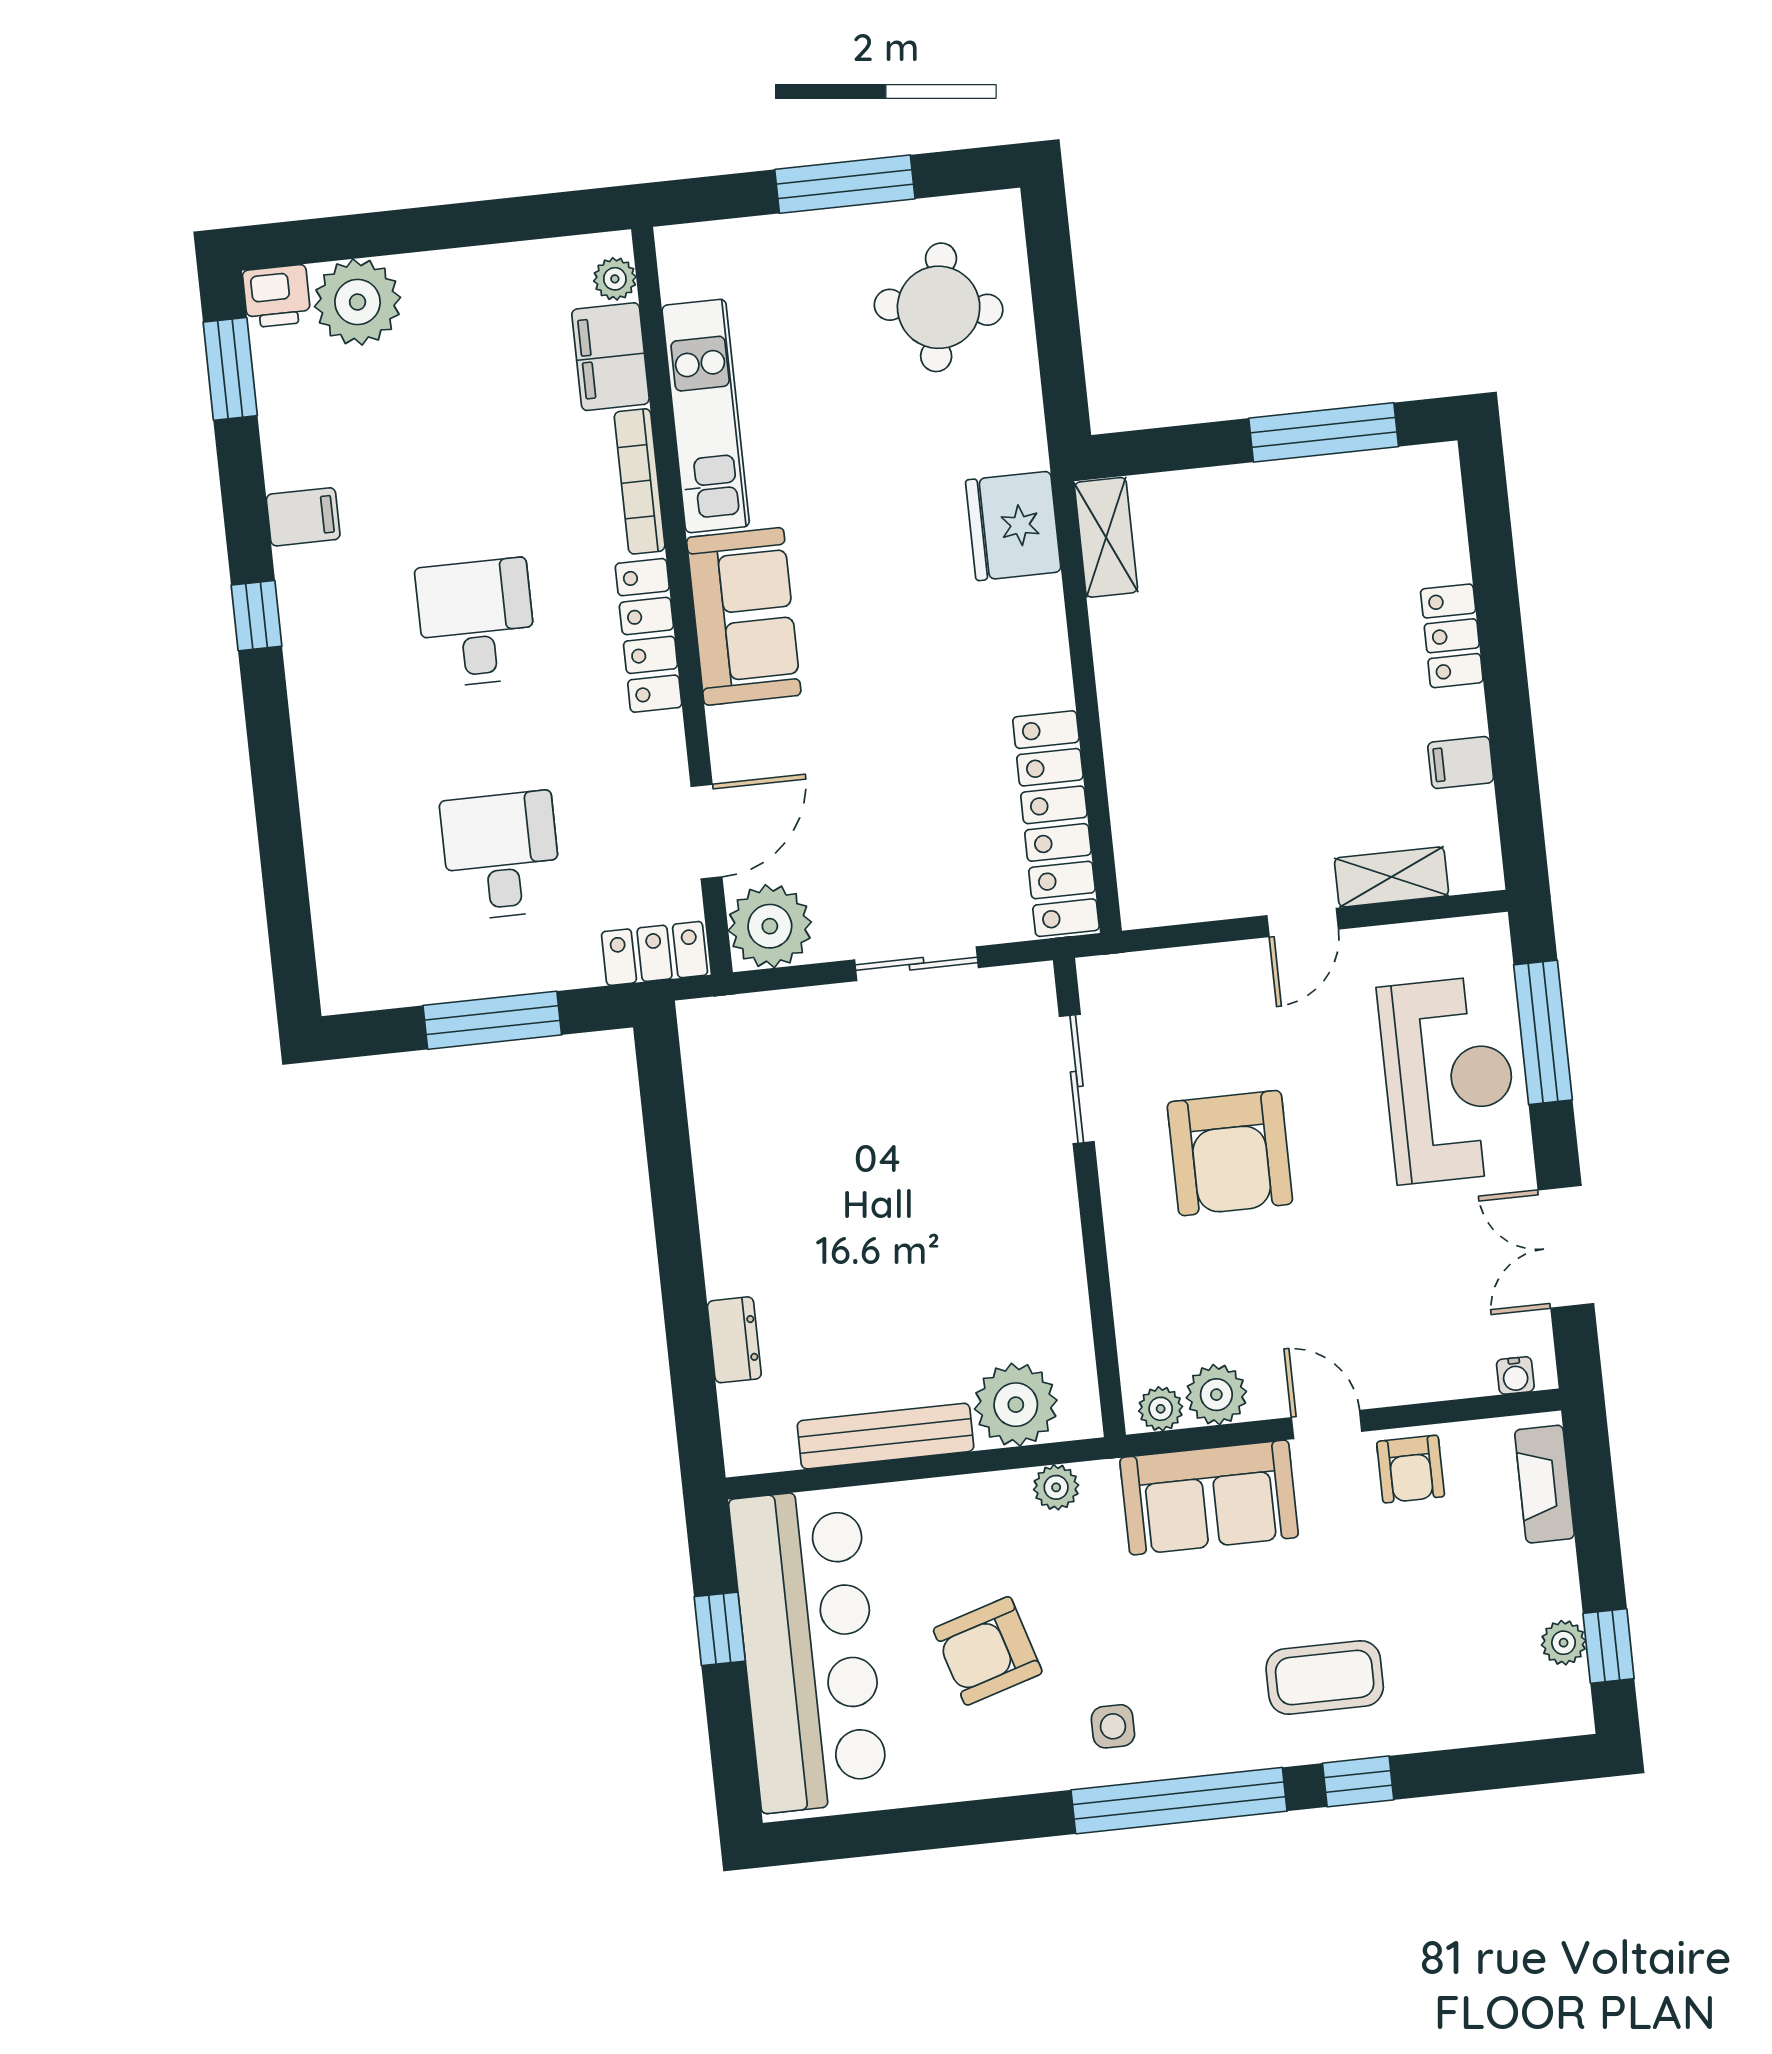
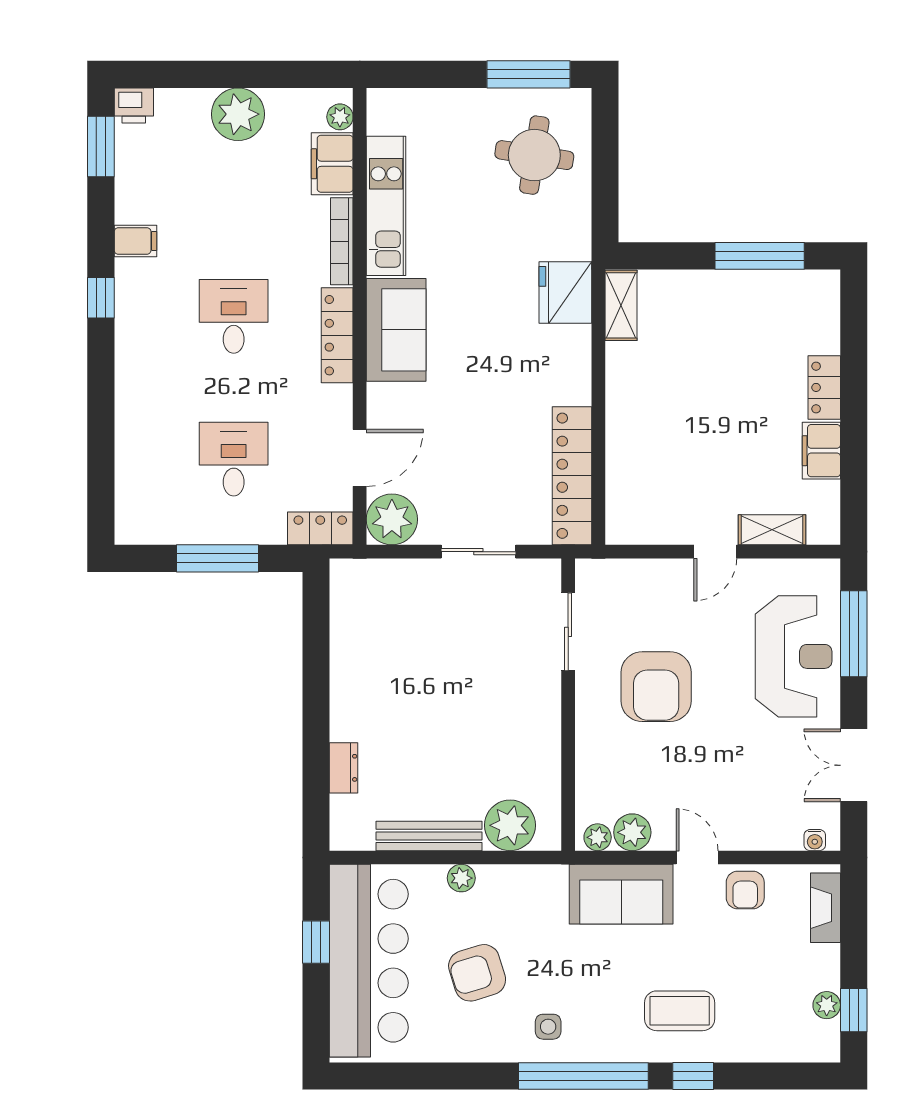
window: (845, 184) -> (529, 74), moved
plant: (358, 302) -> (238, 114), moved
filing cabinet: (1461, 763) -> (821, 451), width x2.00
plant: (1056, 1487) -> (461, 878), moved

